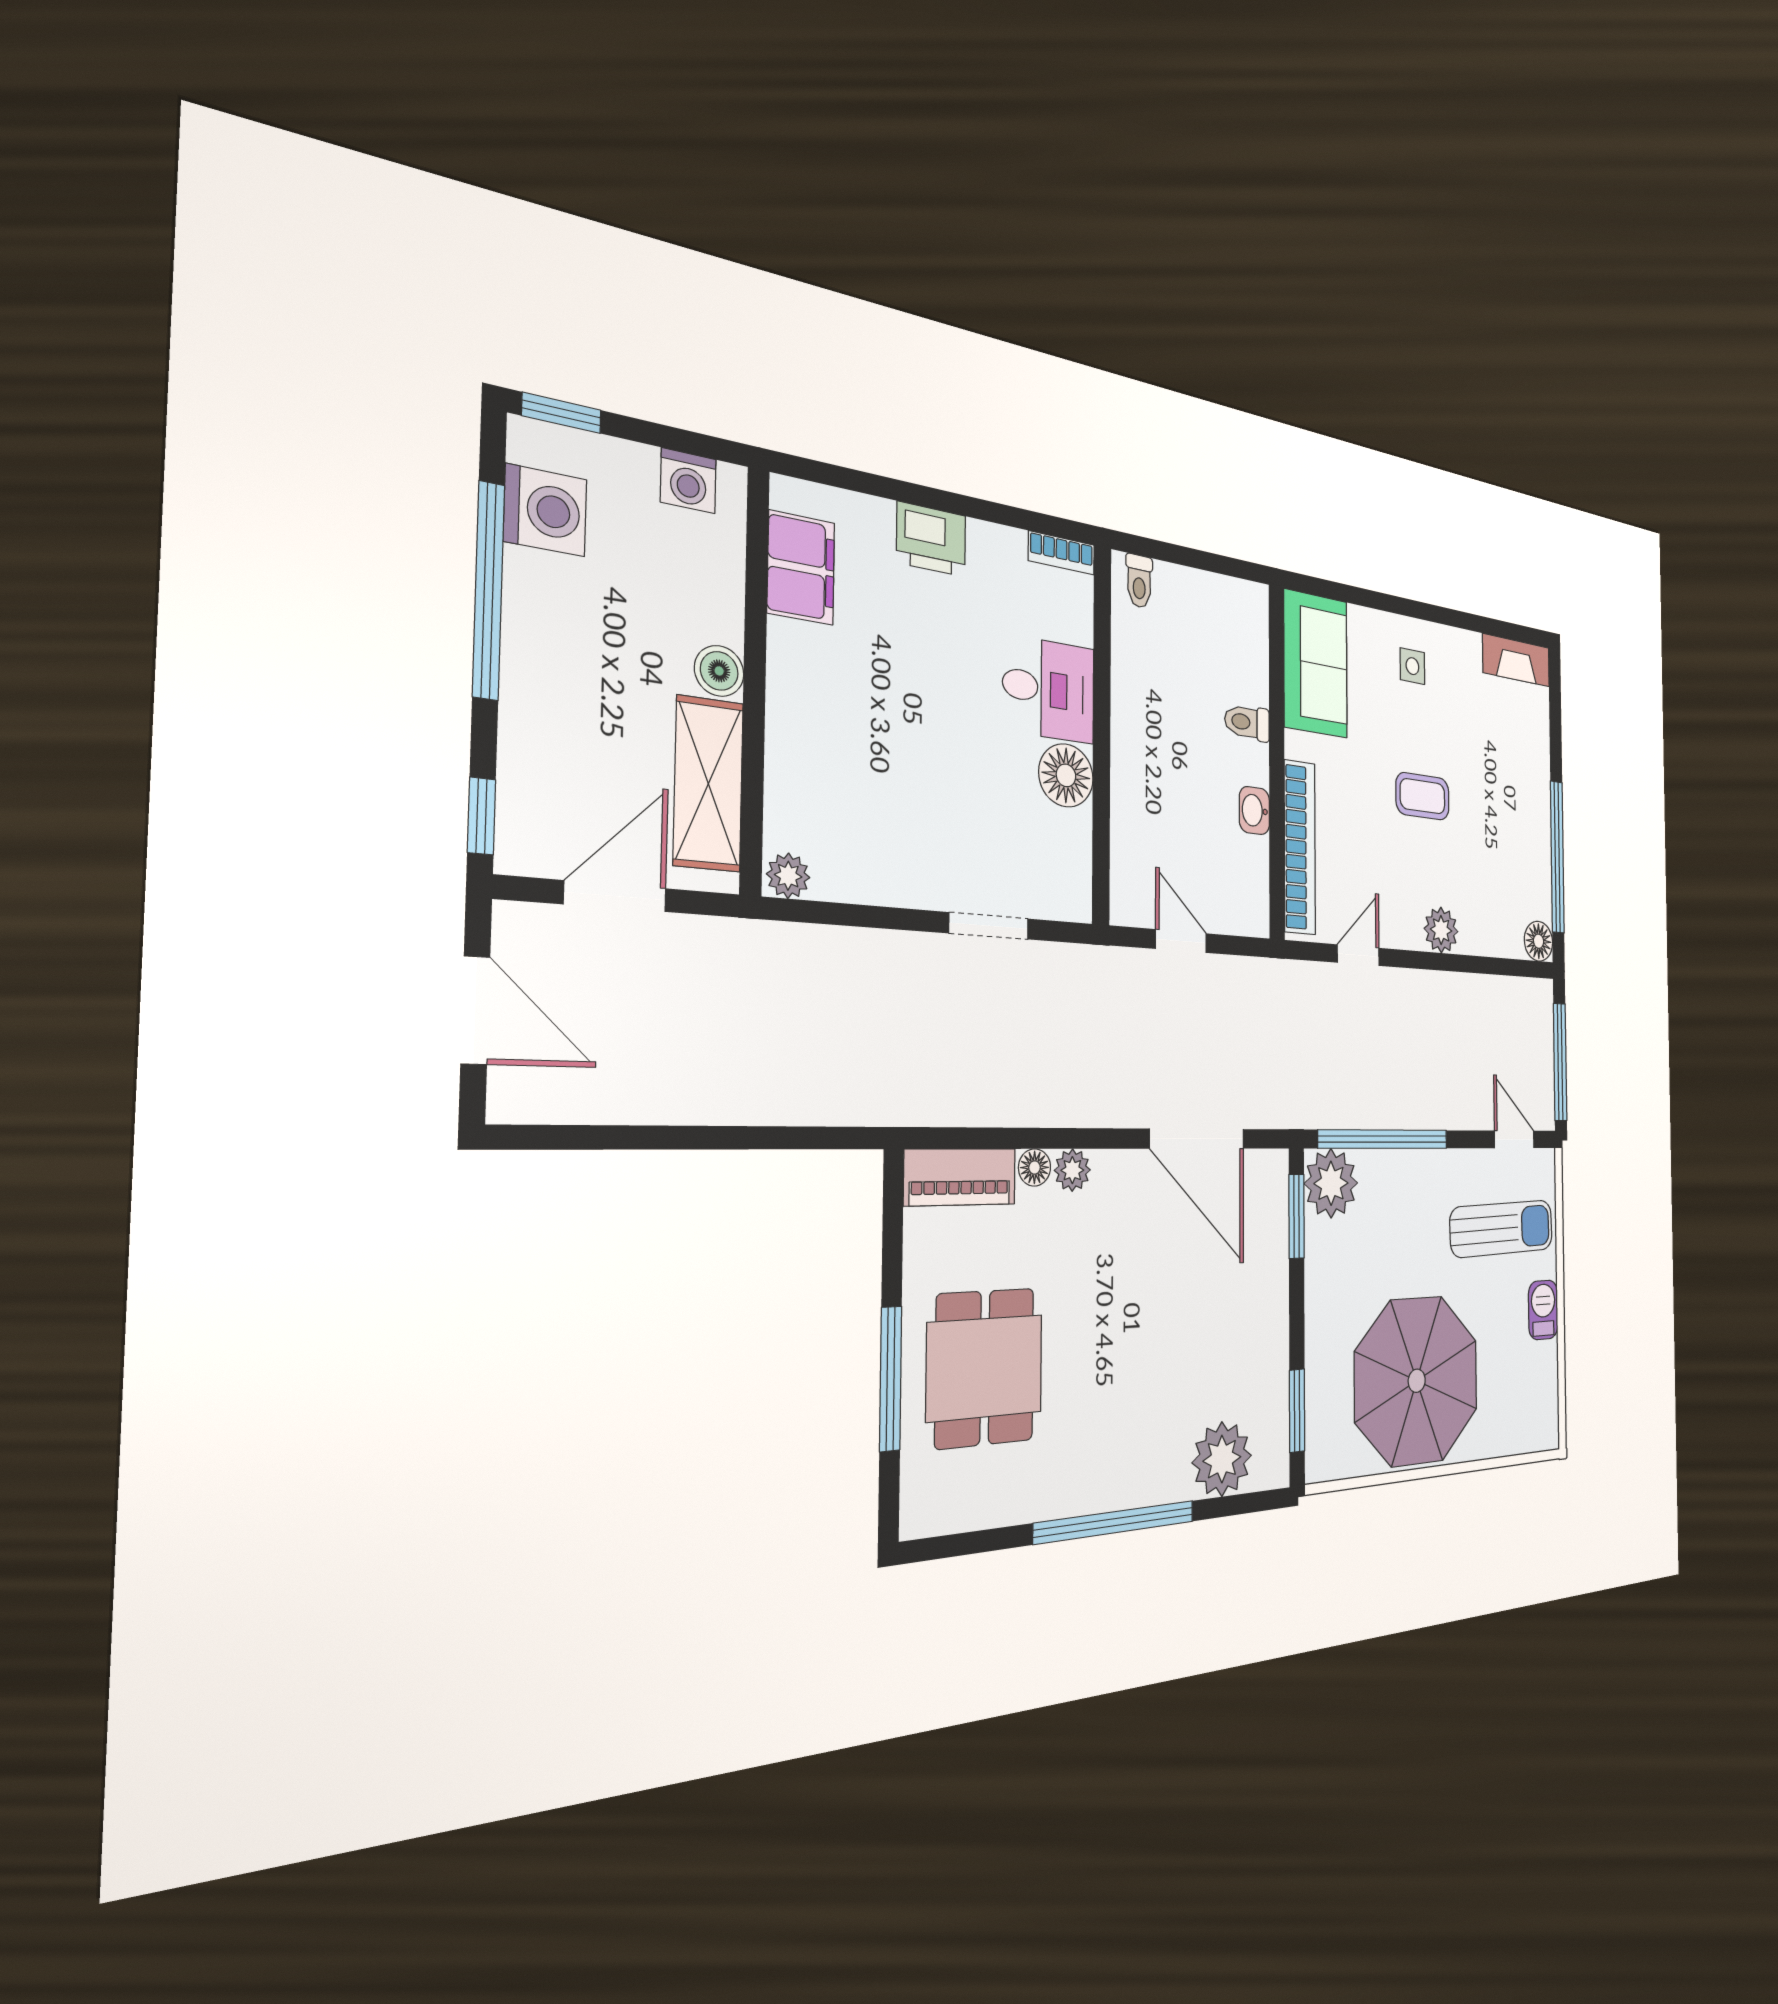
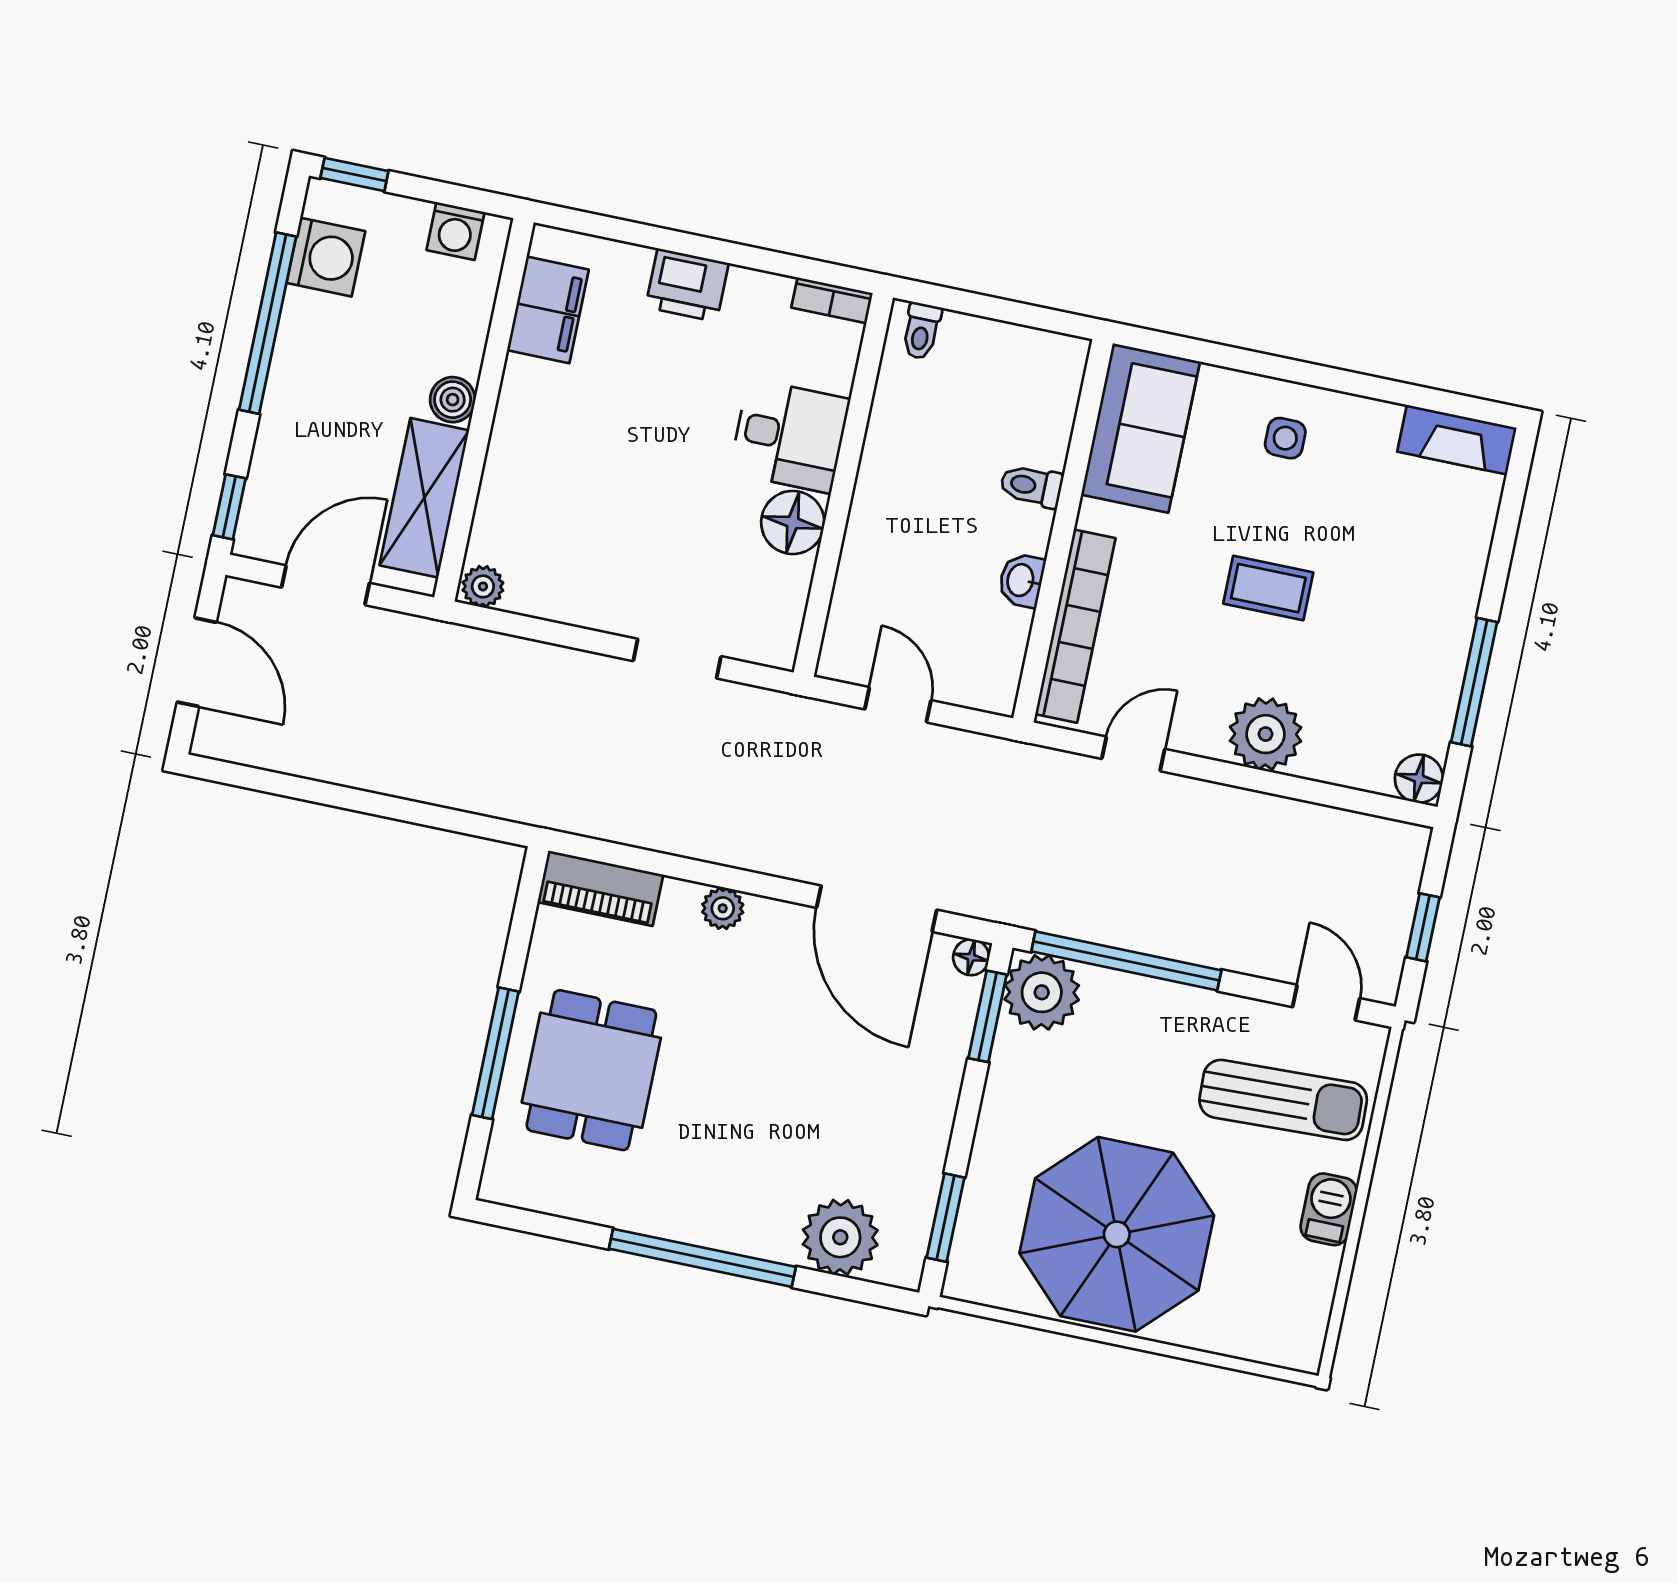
window: (1557, 857) -> (1474, 682), width x0.68
plant: (1441, 930) -> (1266, 734), width x1.36, depth x1.36
window: (1560, 1062) -> (1423, 927), width x0.46
floor lamp: (1035, 1167) -> (971, 957), moved

